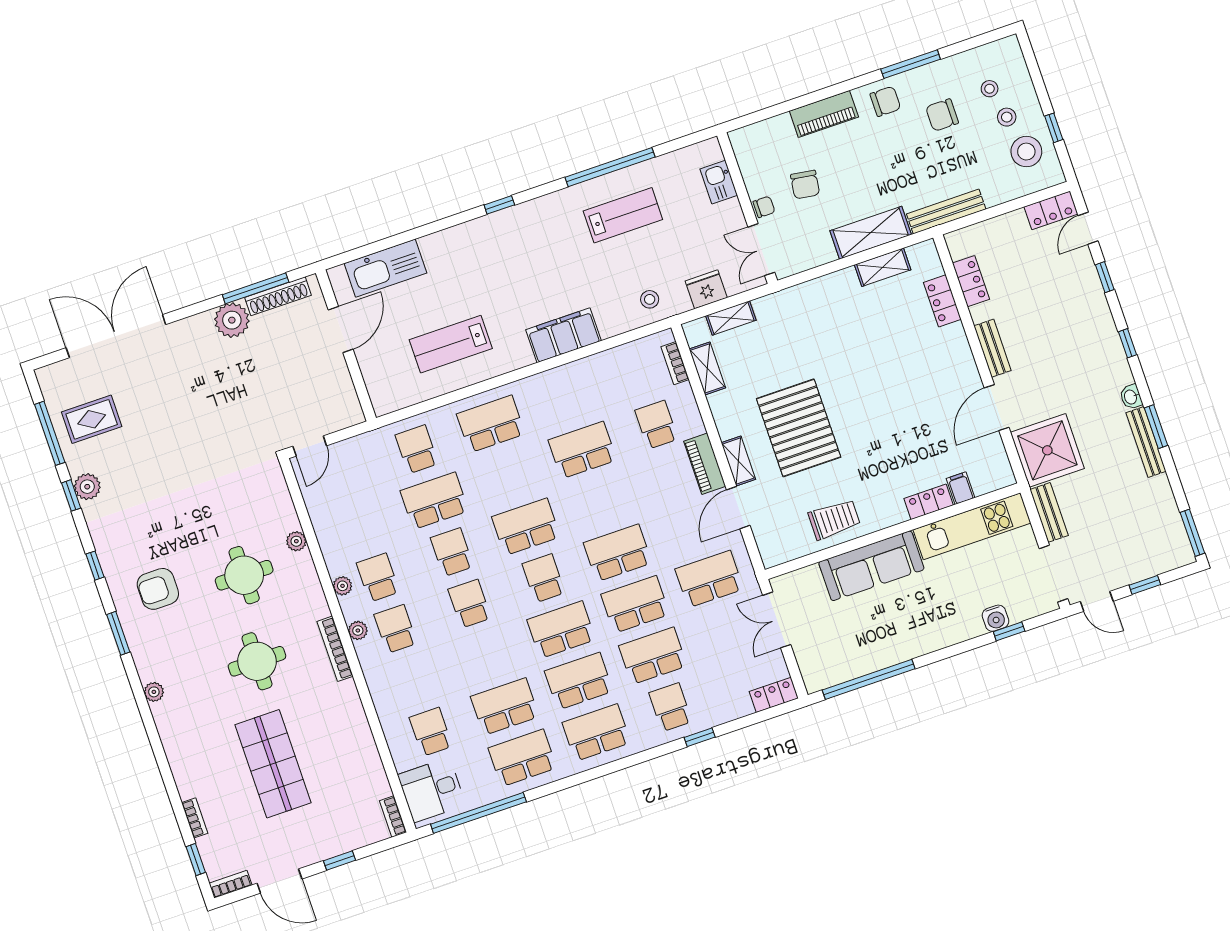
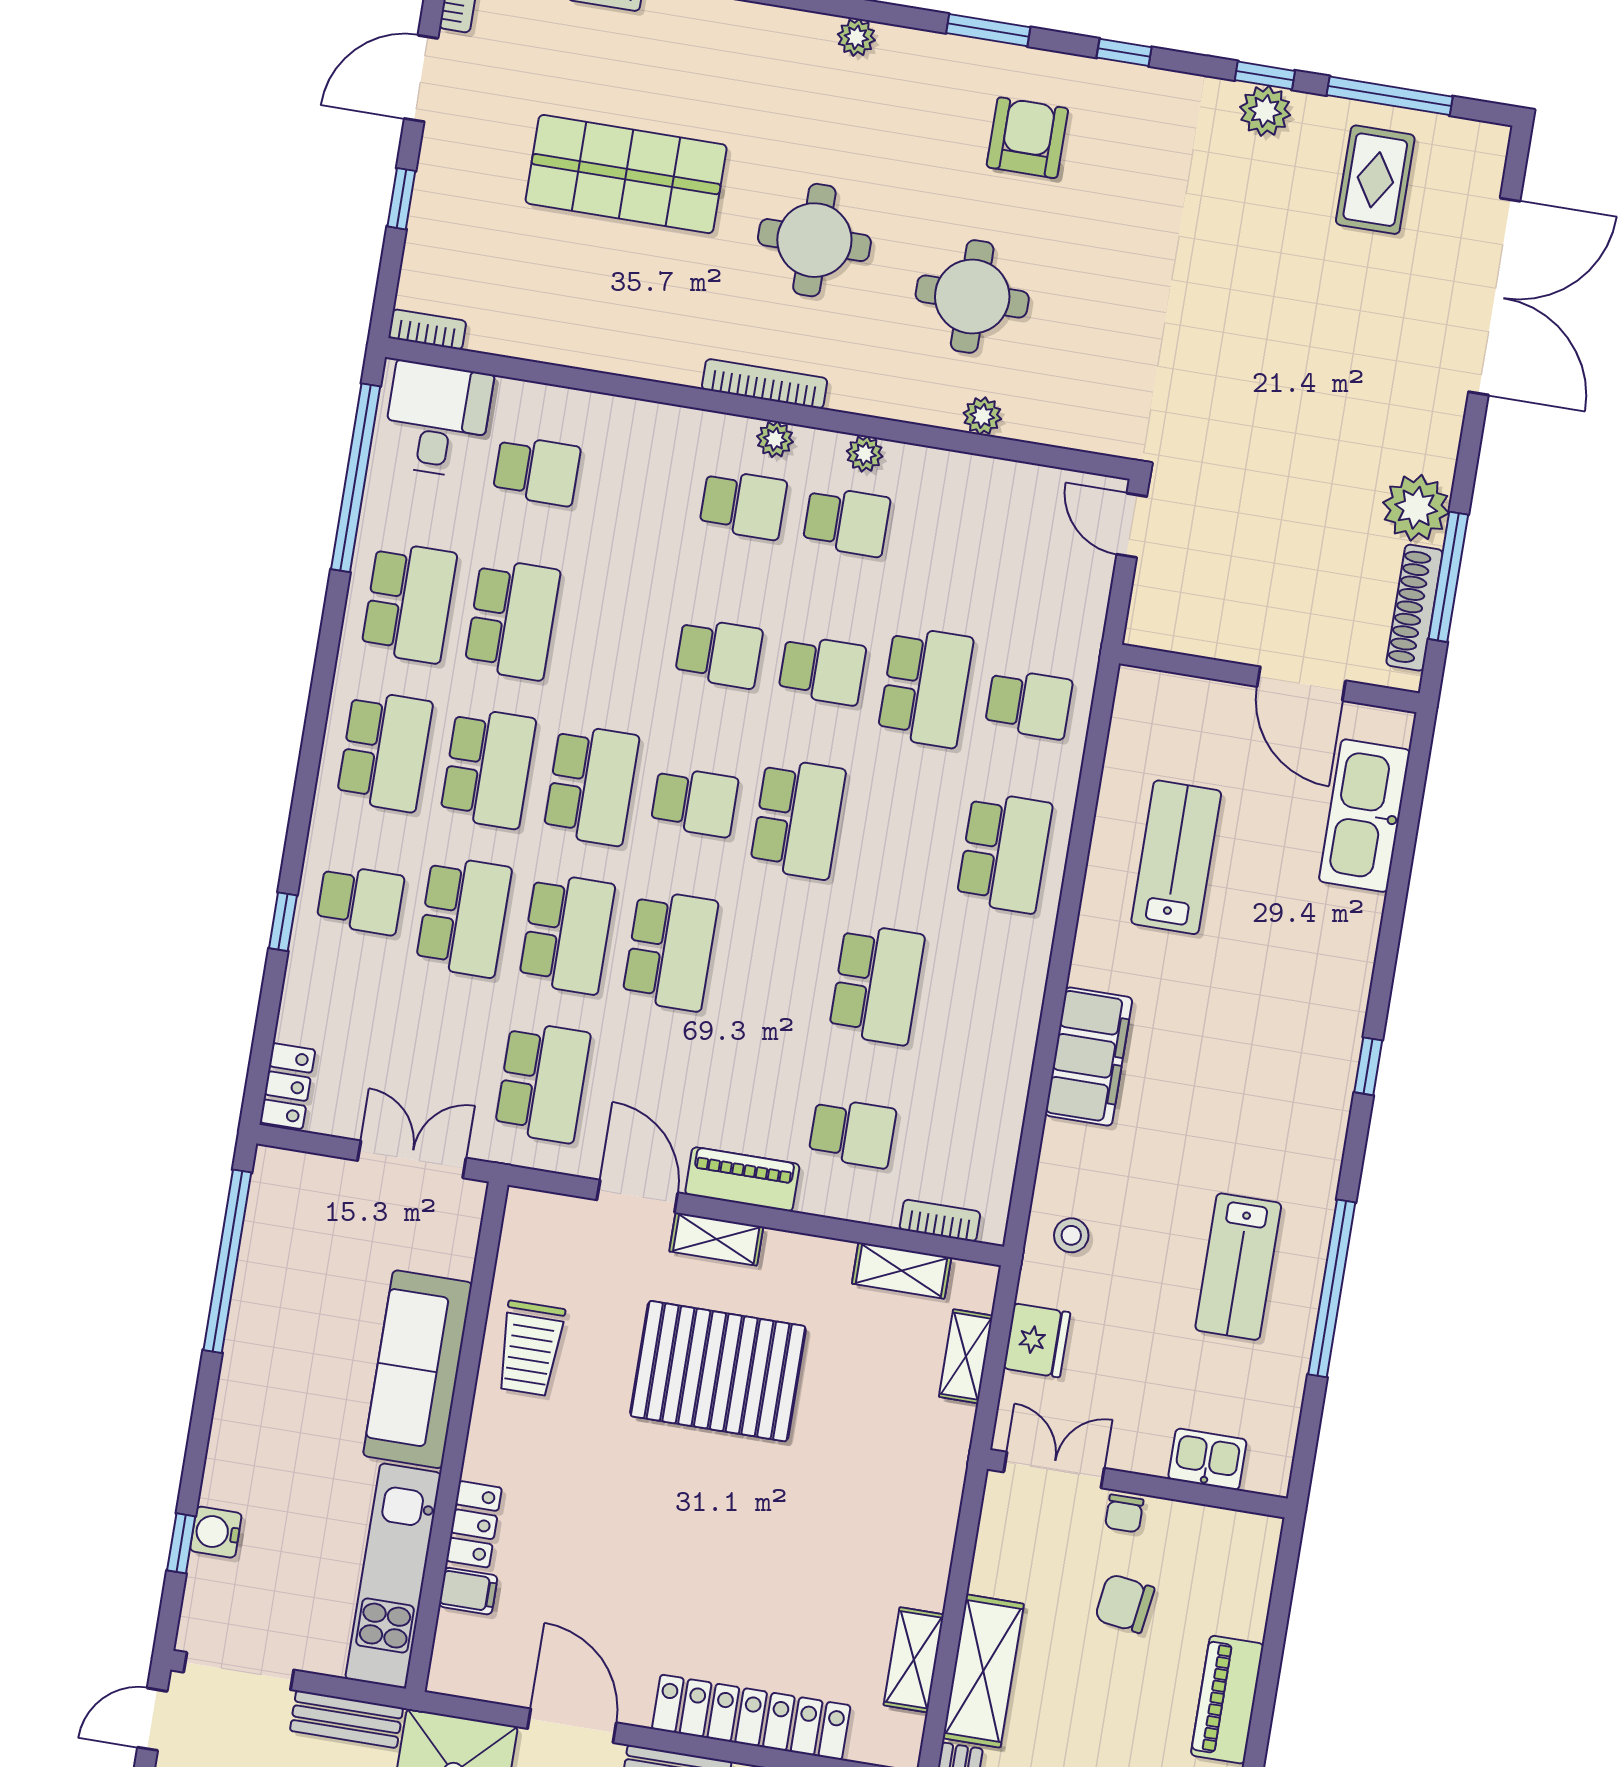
locker: (942, 301) -> (751, 1717), width x2.16, depth x1.21

